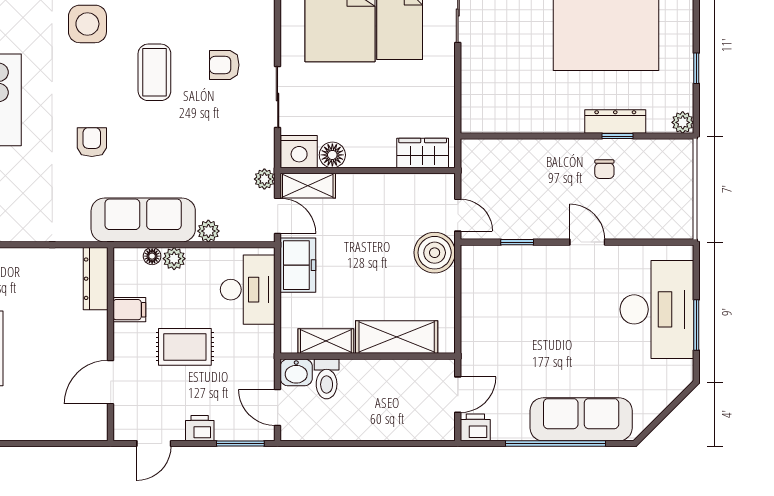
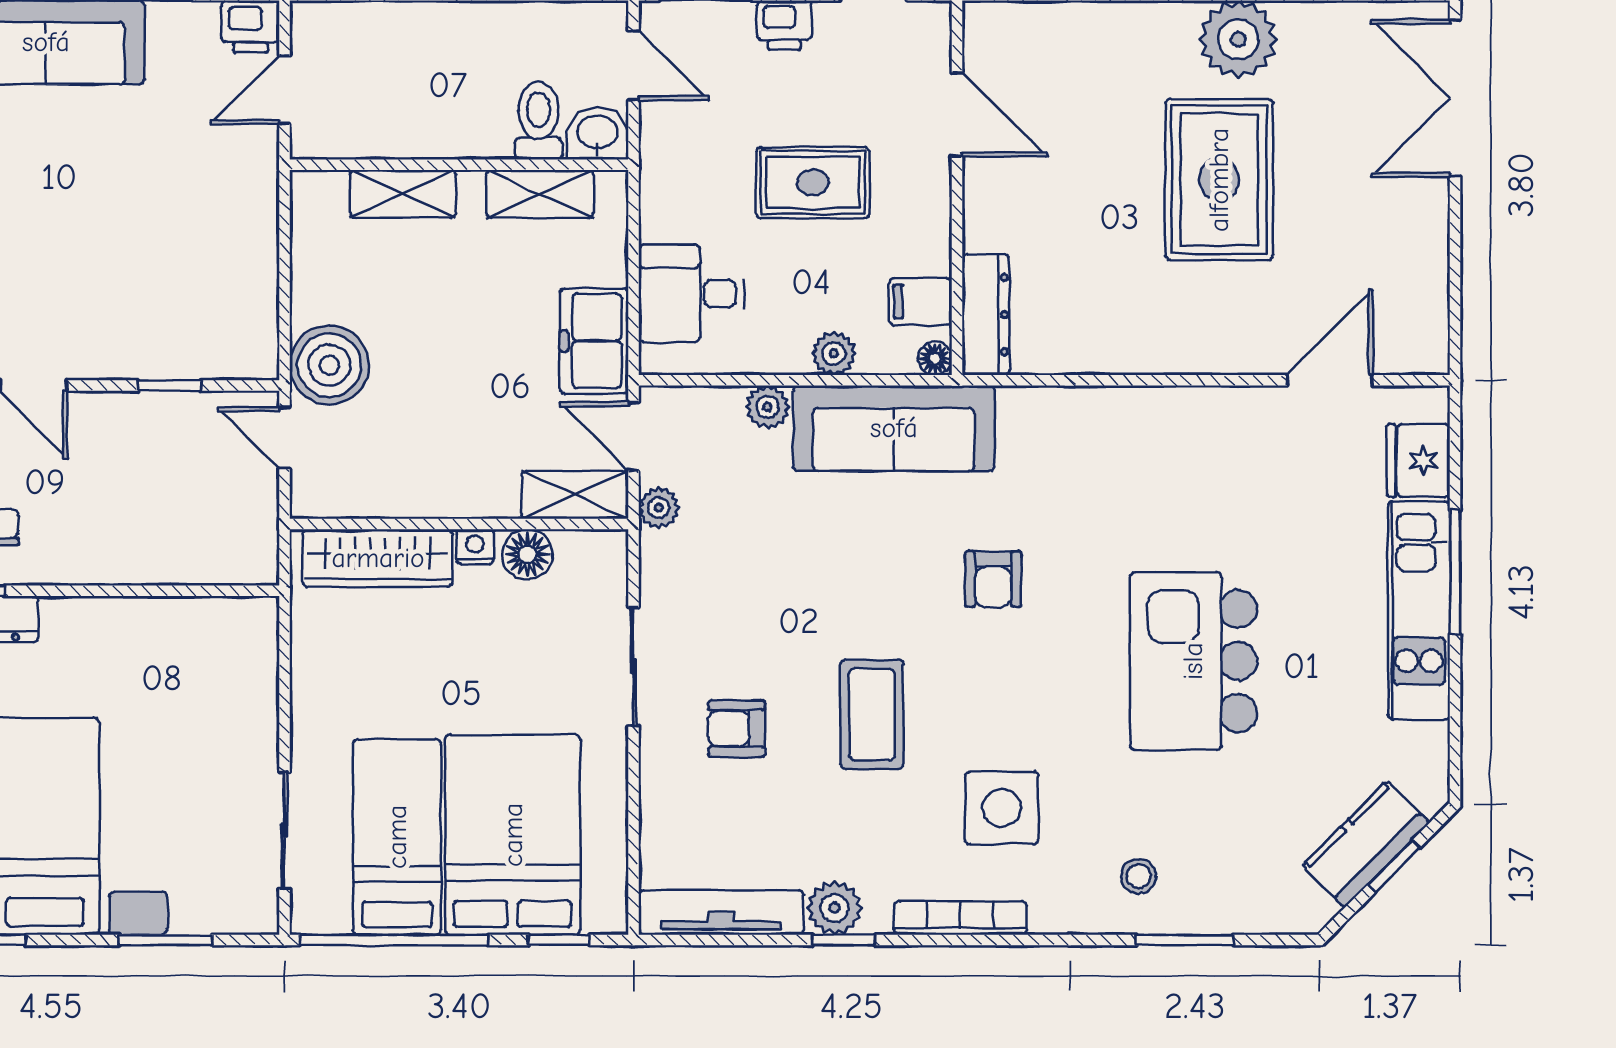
armchair: (224, 65) -> (737, 729), turned 180
nightstand: (299, 152) -> (475, 547), moved, width x0.53, depth x0.56
wardrobe: (423, 153) -> (378, 558), width x1.50
floor lamp: (152, 256) -> (935, 358), moved
desk: (248, 290) -> (691, 294), width x0.73
filing cabinet: (129, 310) -> (920, 301), moved
shelving: (397, 337) -> (403, 194), width x0.67, depth x0.75
door: (111, 382) -> (957, 114), hinge flipped

